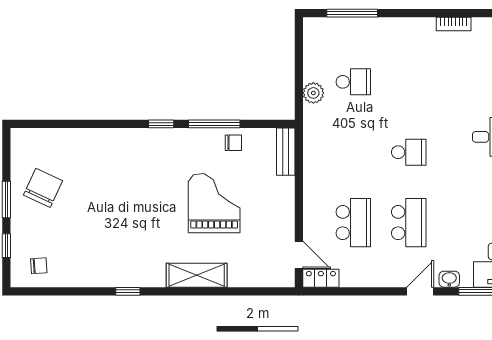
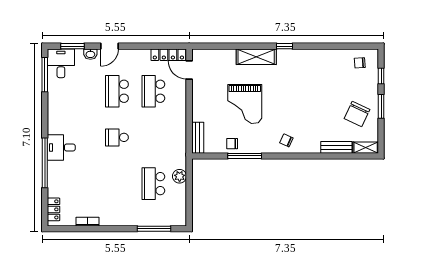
school desk: (353, 82) -> (153, 184), width x1.85
window: (161, 124) -> (279, 156), removed
shelving: (30, 137) -> (366, 148), added
bench: (74, 137) -> (336, 147), added
chair: (151, 148) -> (286, 140), added
locker: (321, 278) -> (168, 55), width x1.53
window: (128, 291) -> (284, 46), moved

